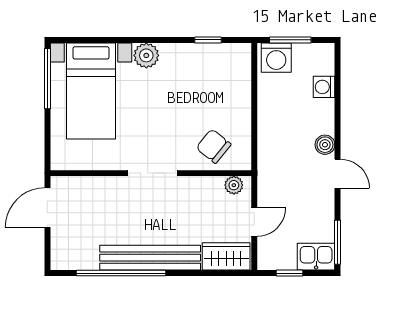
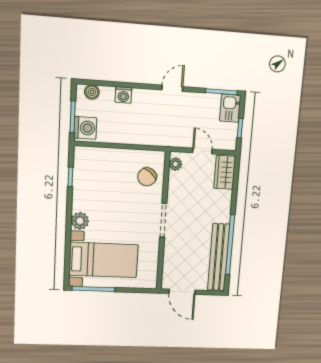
washing machine: (324, 87) -> (123, 95), moved
boiler: (325, 145) -> (92, 92), moved
bench: (150, 258) -> (219, 257), moved

